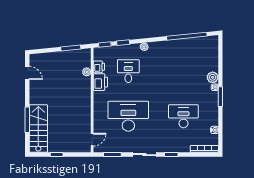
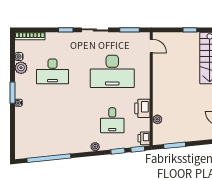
printer: (99, 67) -> (144, 138), moved
plant: (213, 77) -> (21, 68), moved
door: (92, 140) -> (151, 46), swing flipped

